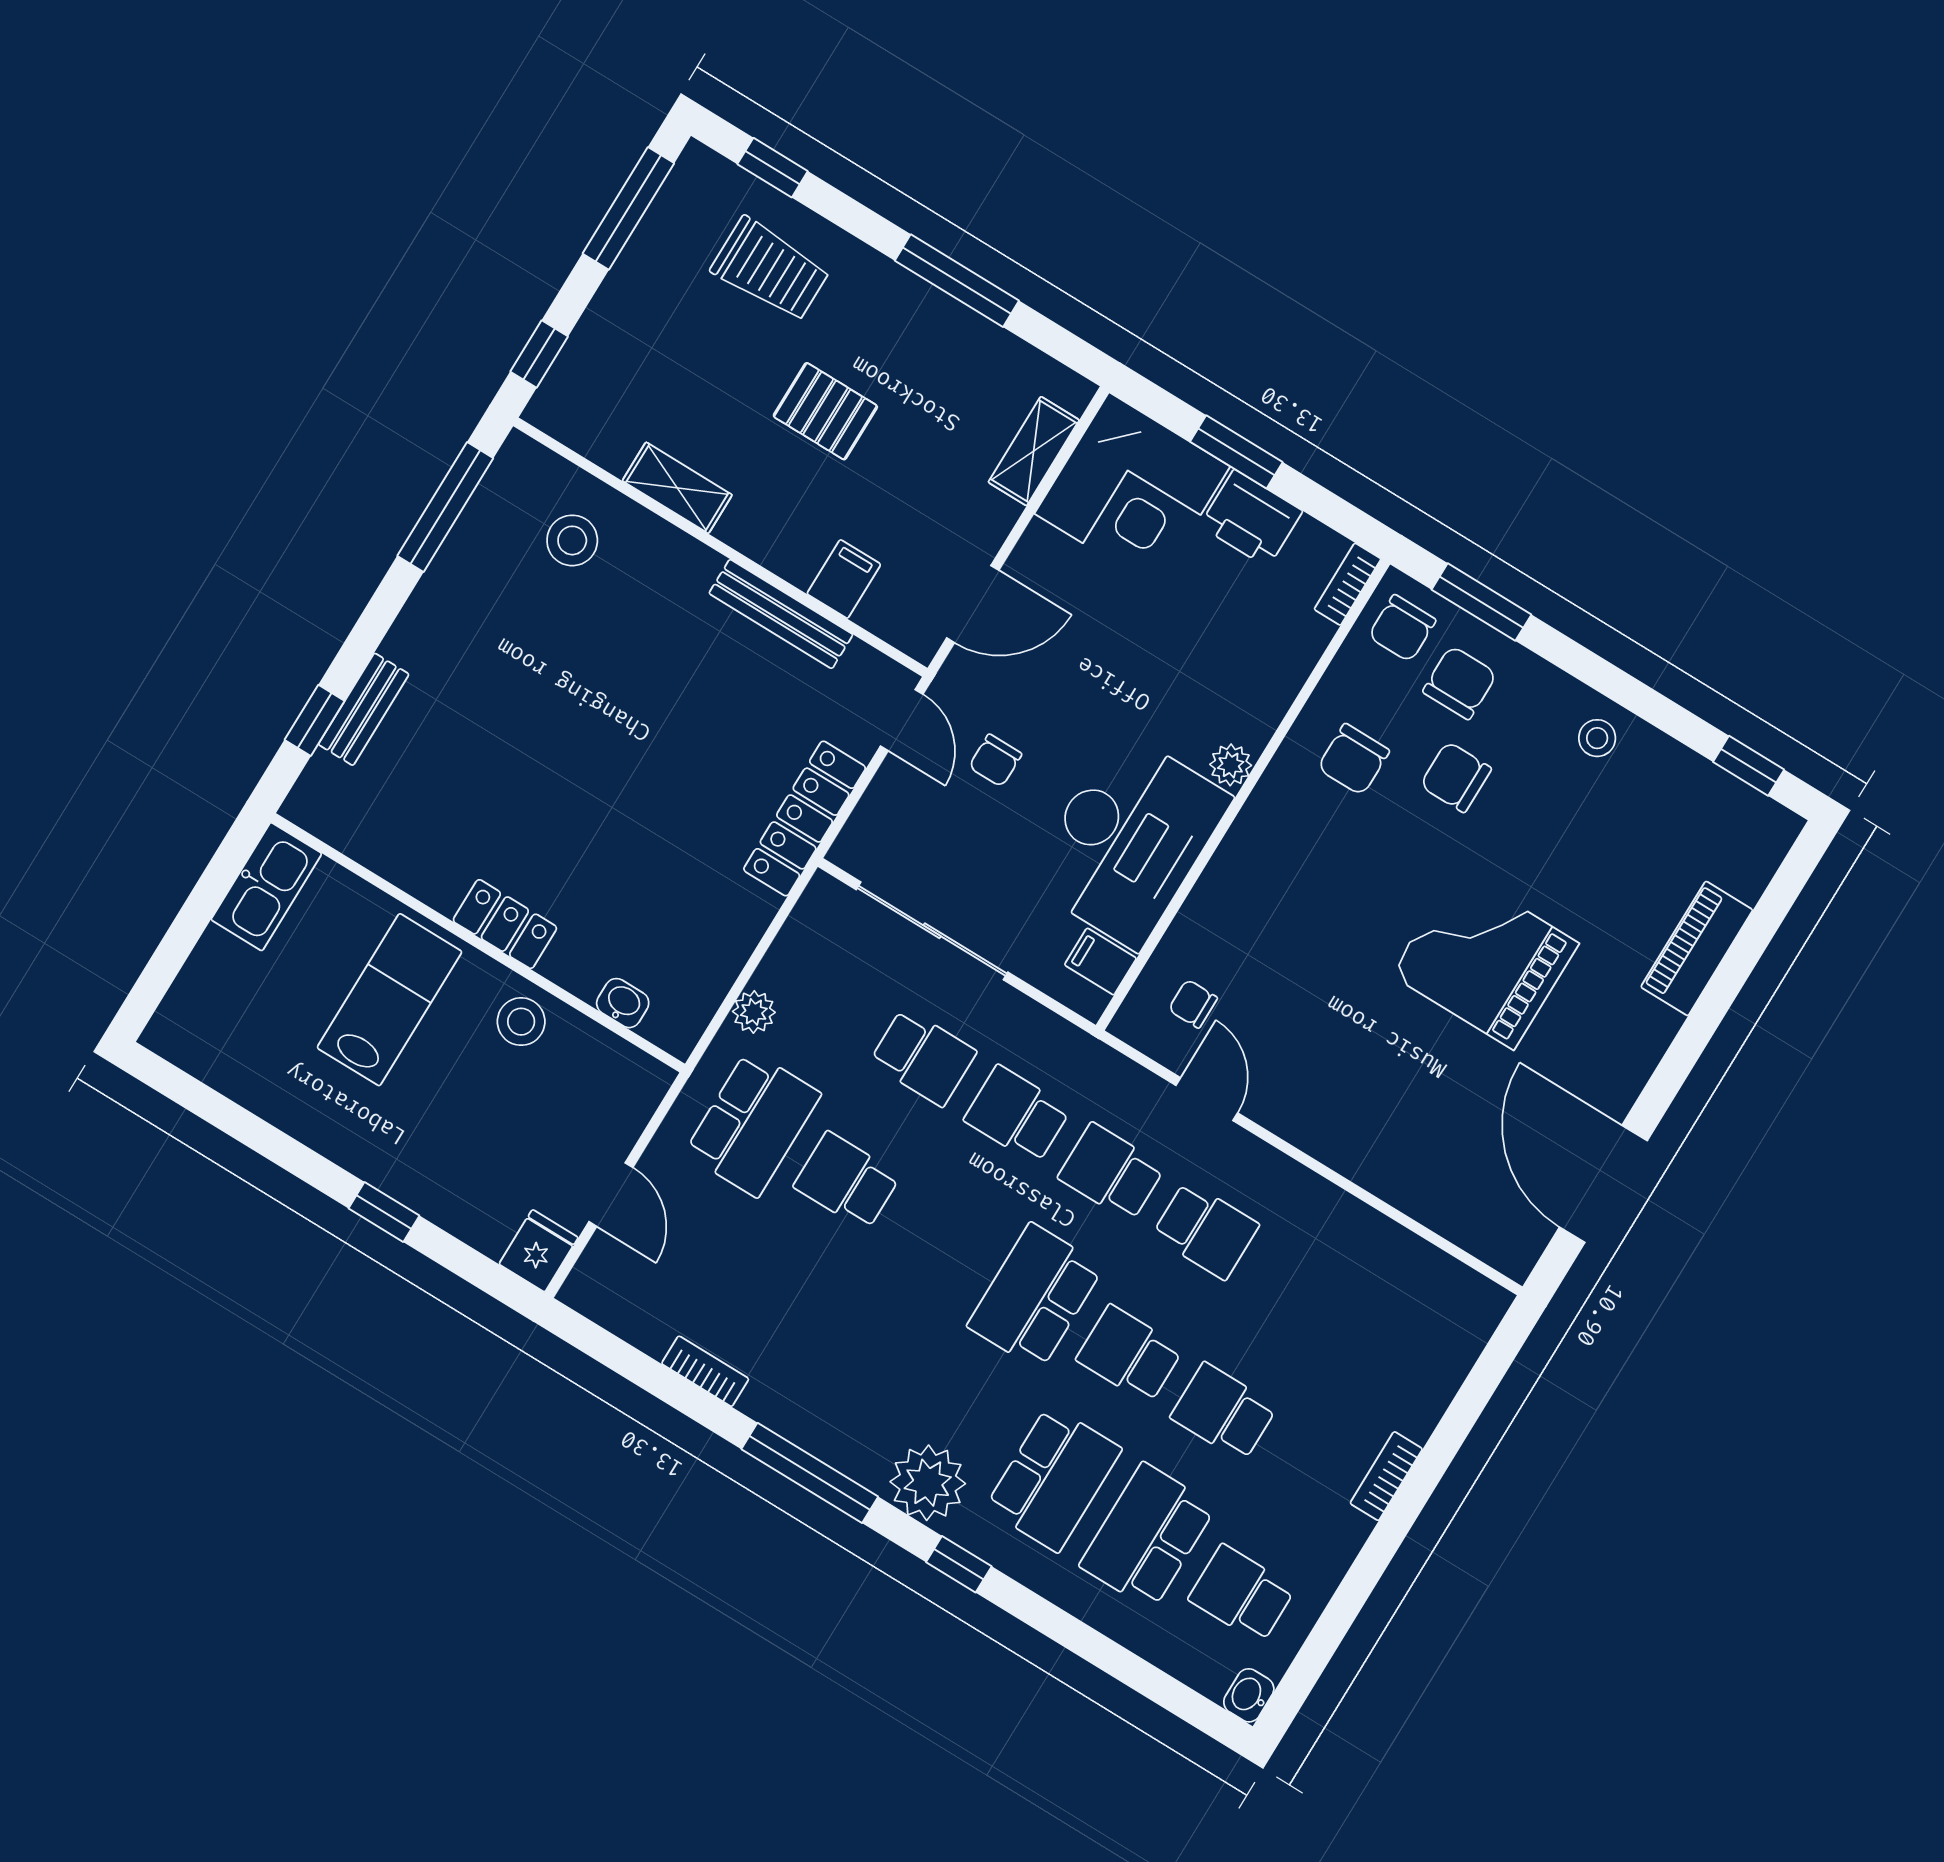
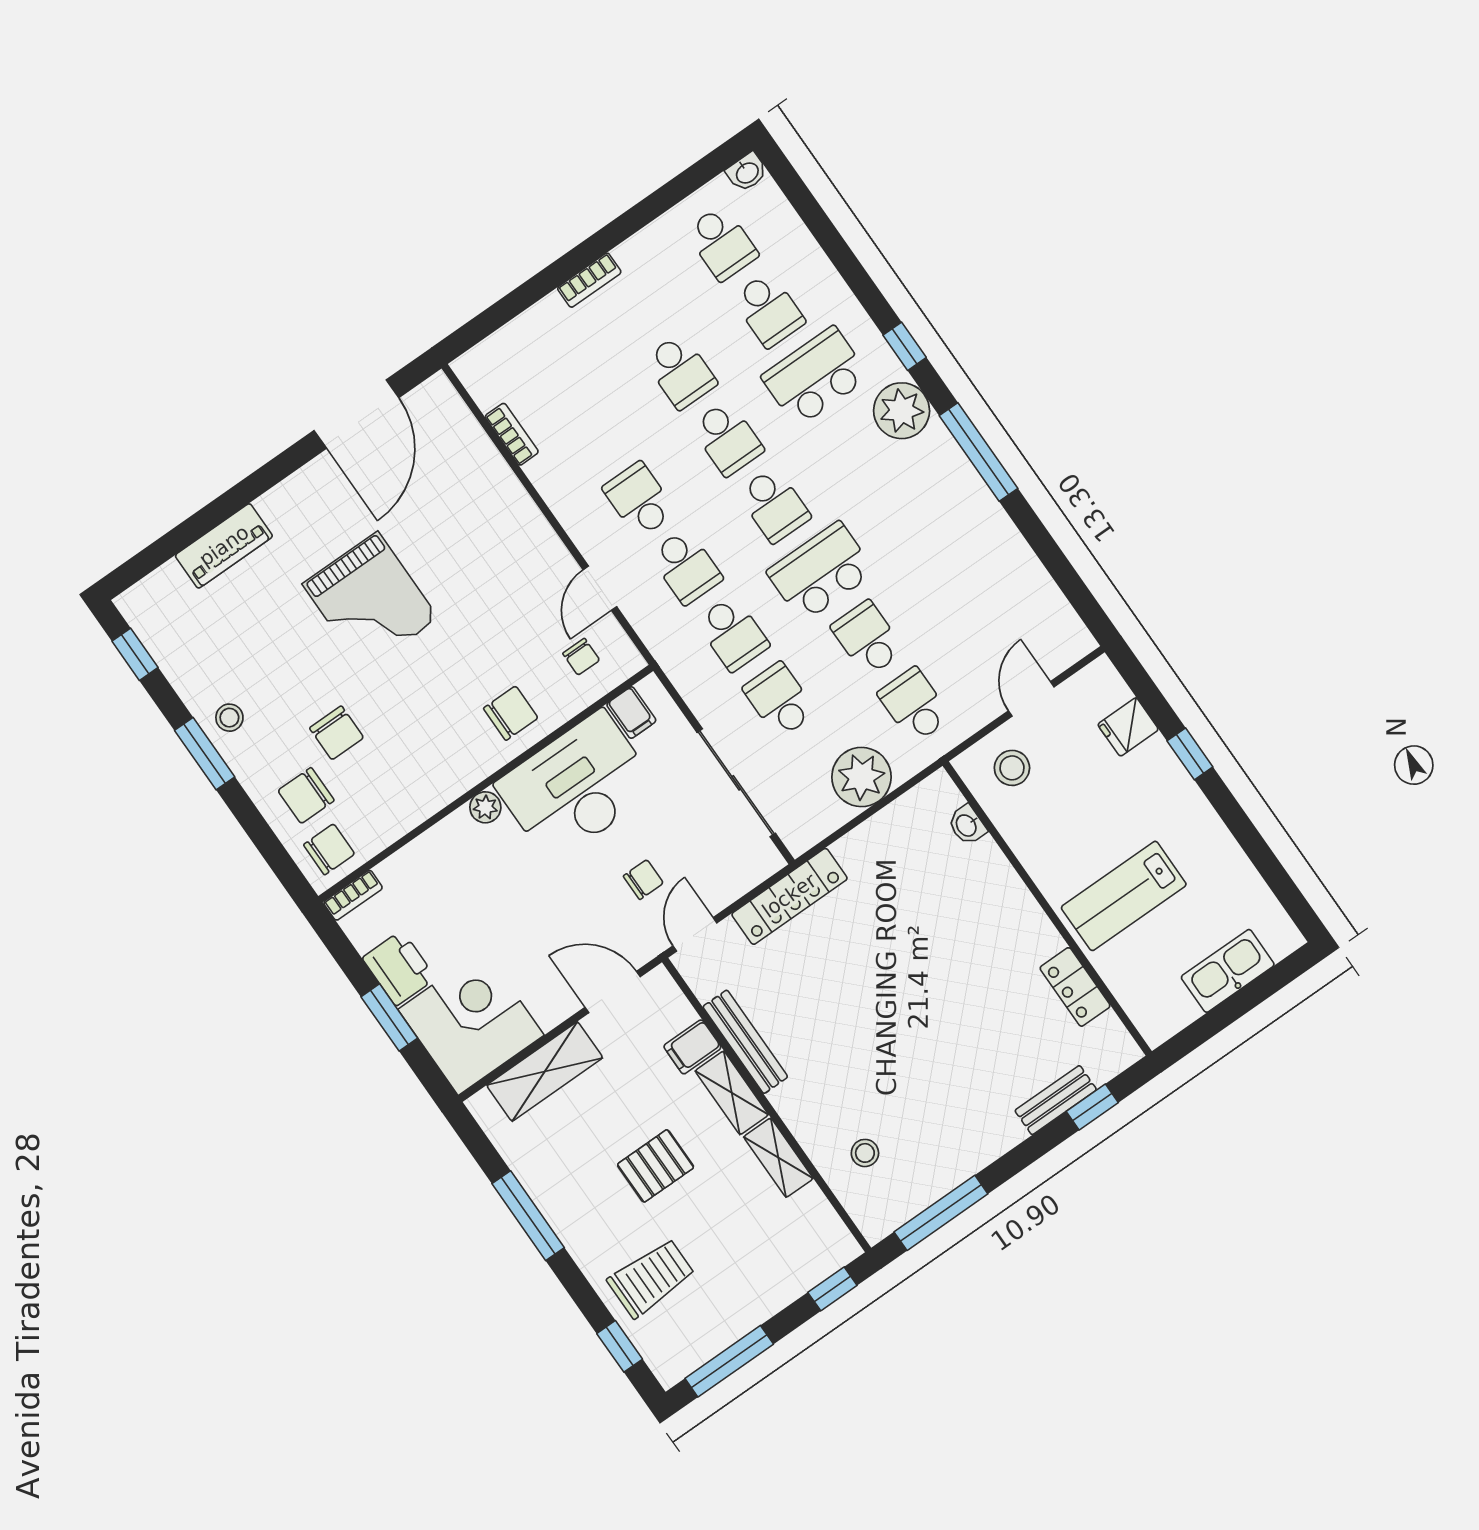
trolley: (770, 270) -> (651, 1278), turned 90
pallet: (825, 411) -> (656, 1166), turned 90
shelving: (1034, 451) -> (545, 1072), width x1.50, depth x1.33
stool: (572, 540) -> (865, 1153), width x0.73, depth x0.73
shelving: (770, 543) -> (732, 1093), added
window: (1481, 602) -> (205, 754), moved
chair: (1354, 759) -> (511, 713), moved
kitchen sink: (266, 887) -> (1228, 971), moved
locker: (505, 924) -> (1075, 987), moved
plant: (754, 1012) -> (861, 777), width x1.88, depth x1.88
stool: (521, 1022) -> (1012, 768), moved
school desk: (753, 1123) -> (914, 705), width x0.54
school desk: (847, 1181) -> (868, 639), turned 180
school desk: (941, 1239) -> (821, 572), added
fridge: (539, 1251) -> (1128, 727), moved
school desk: (1035, 1297) -> (774, 505), width x0.54
bookcase: (705, 1371) -> (512, 434), moved, turned 180
school desk: (1148, 1536) -> (769, 310), width x0.54

